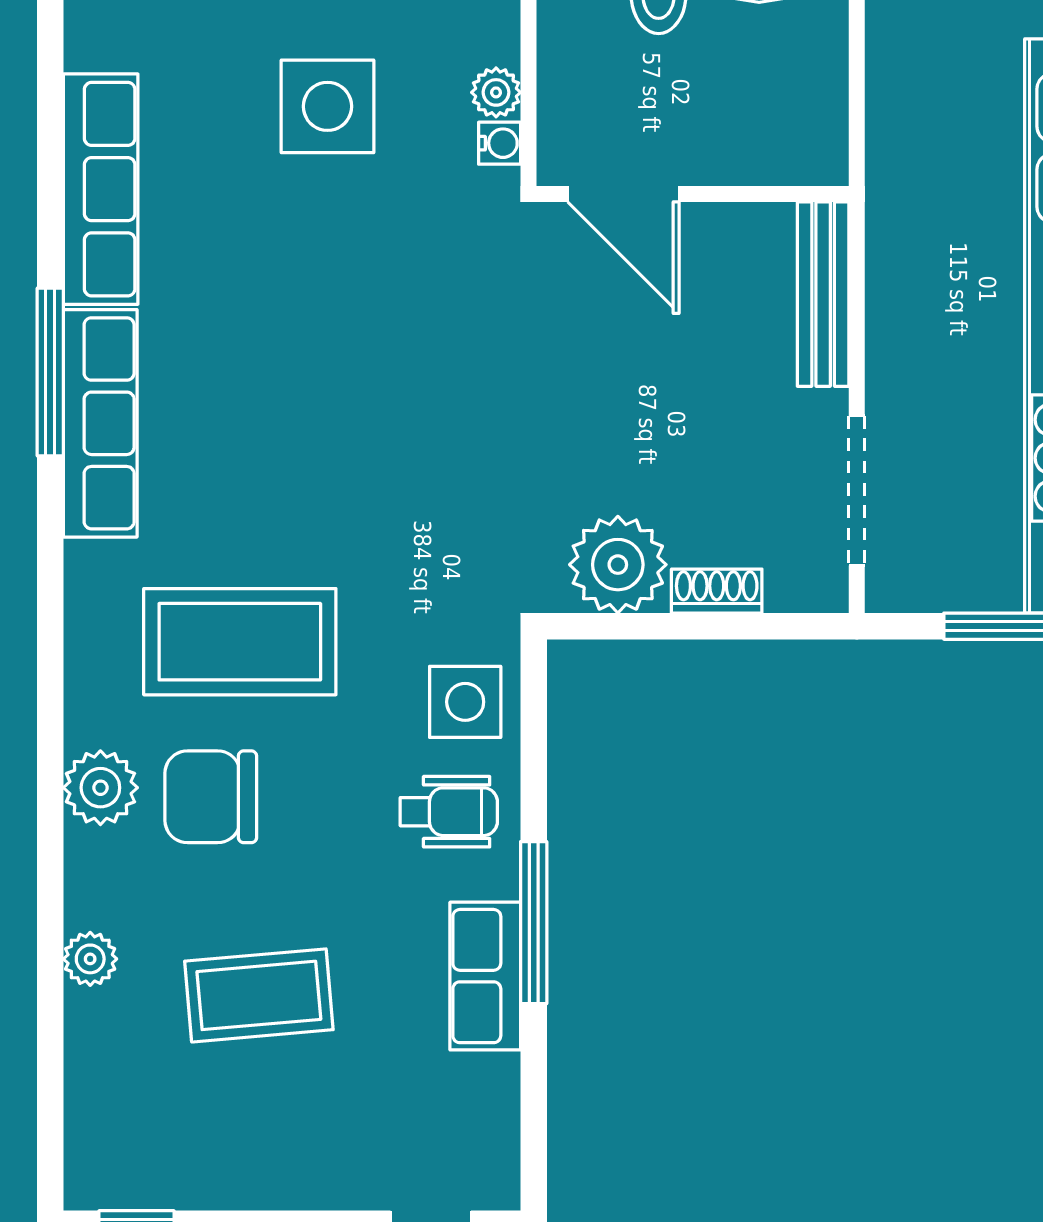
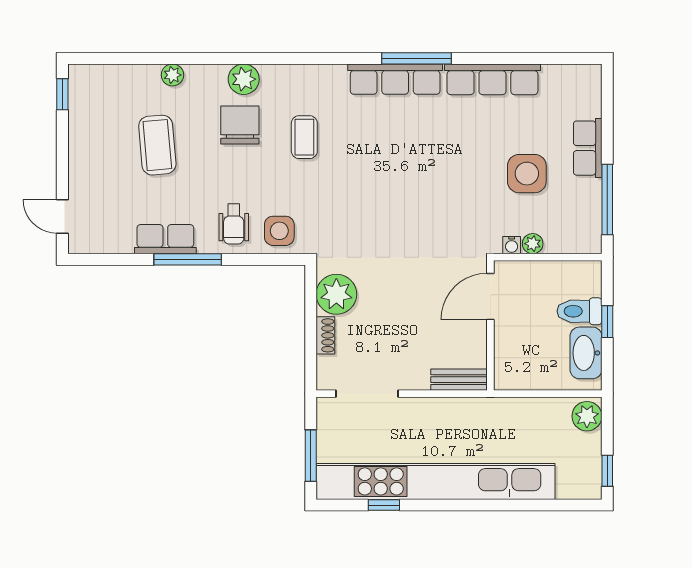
bench: (823, 294) -> (459, 380), width x0.73
coffee table: (240, 642) -> (304, 137), width x0.54, depth x0.58

